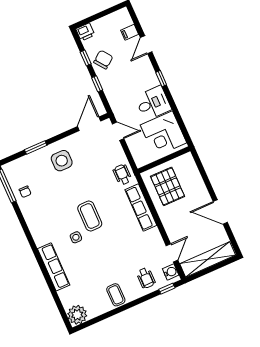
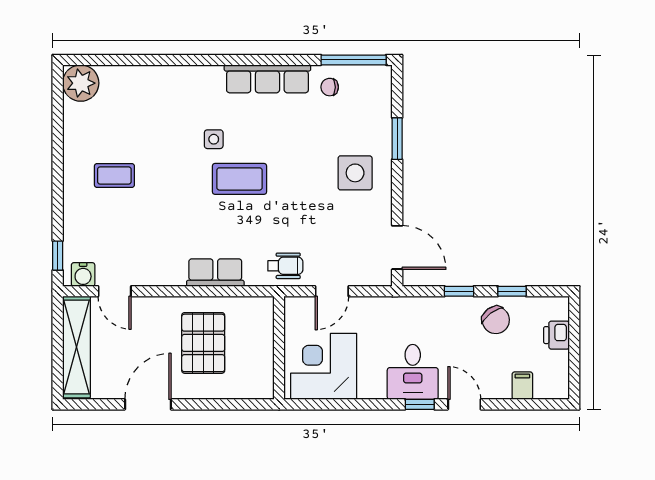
printer: (85, 32) -> (557, 335), moved
door: (146, 45) -> (464, 404), moved
desk: (153, 103) -> (413, 372), moved
door: (118, 131) -> (332, 291), moved
pallet: (168, 186) -> (203, 343), moved, turned 90
row of seats: (141, 208) -> (215, 273), width x0.68
row of seats: (54, 267) -> (267, 79), moved
wheelchair: (146, 278) -> (91, 228), removed
coffee table: (116, 295) -> (114, 175), moved

